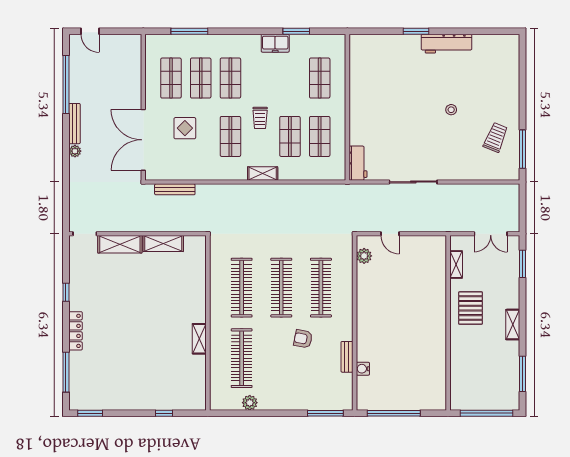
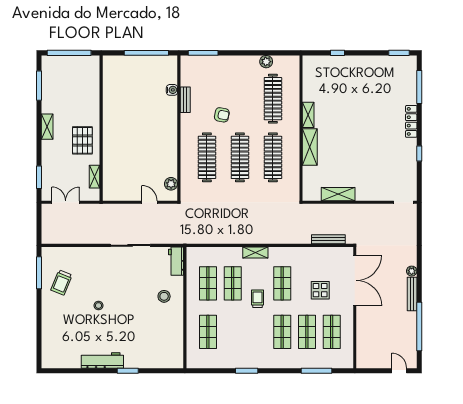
window: (296, 31) -> (247, 371), moved
freezer: (275, 43) -> (245, 361), removed
stool: (372, 121) -> (164, 296), added
shelving: (120, 244) -> (310, 147), moved, turned 90

